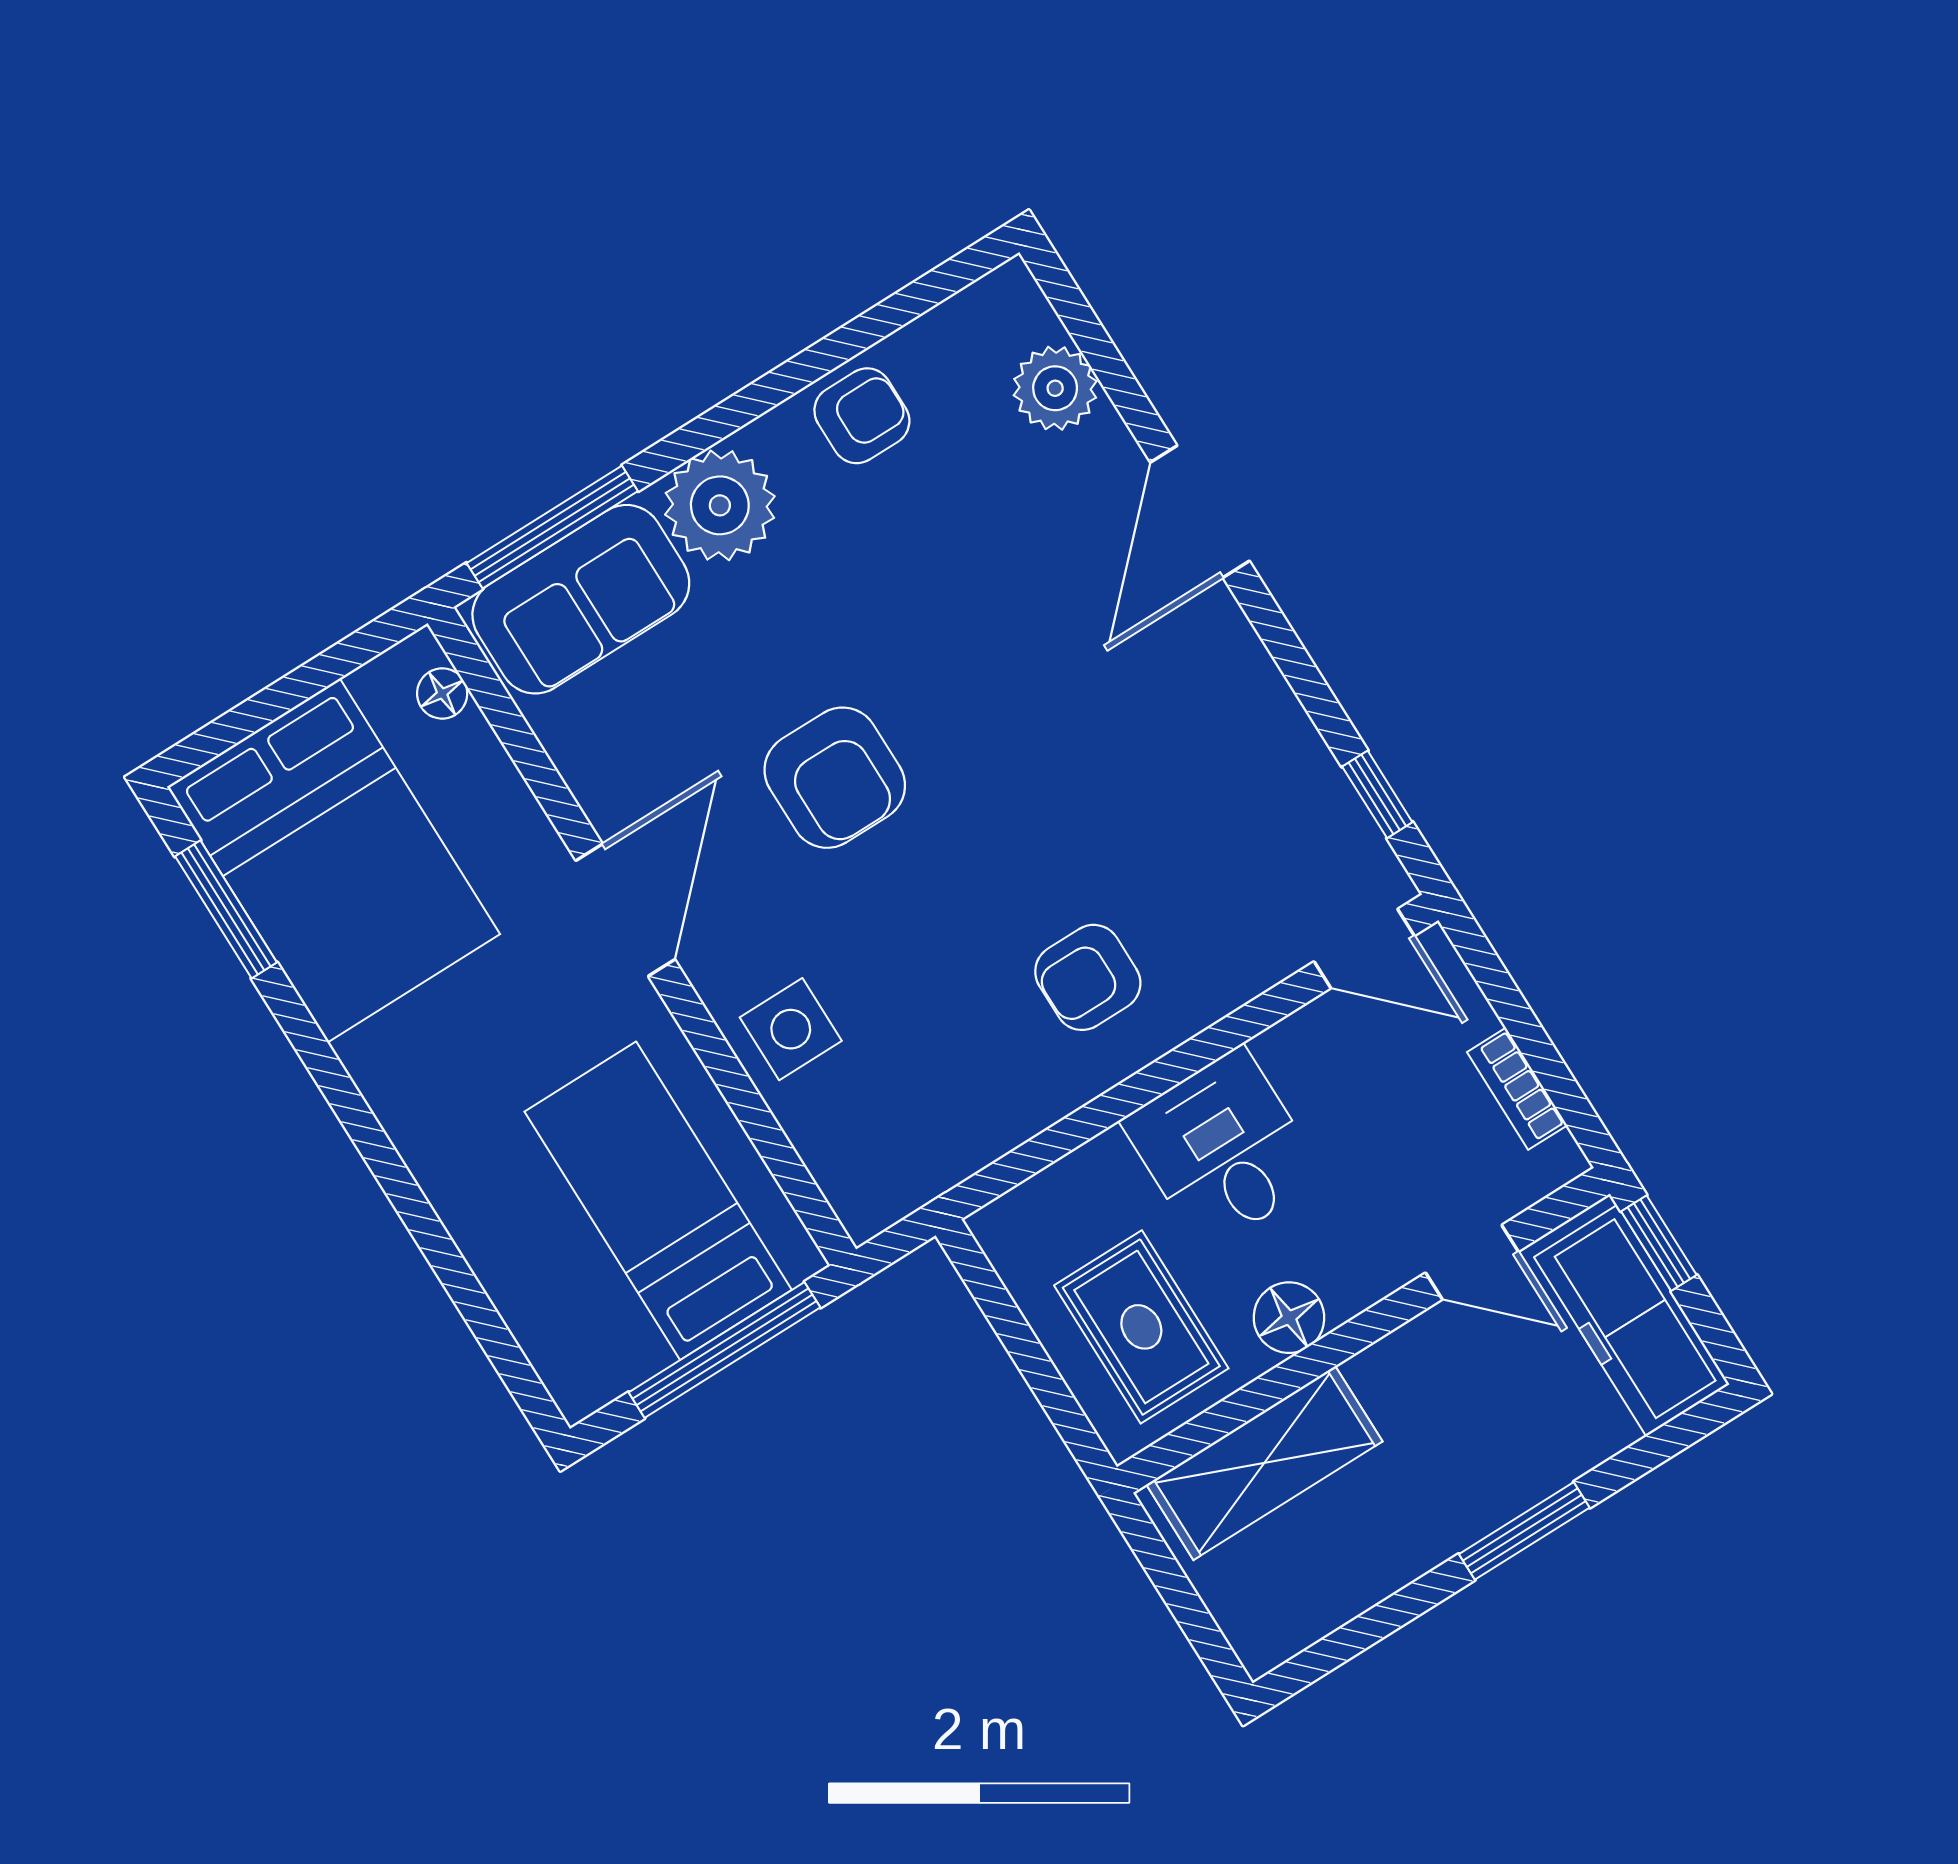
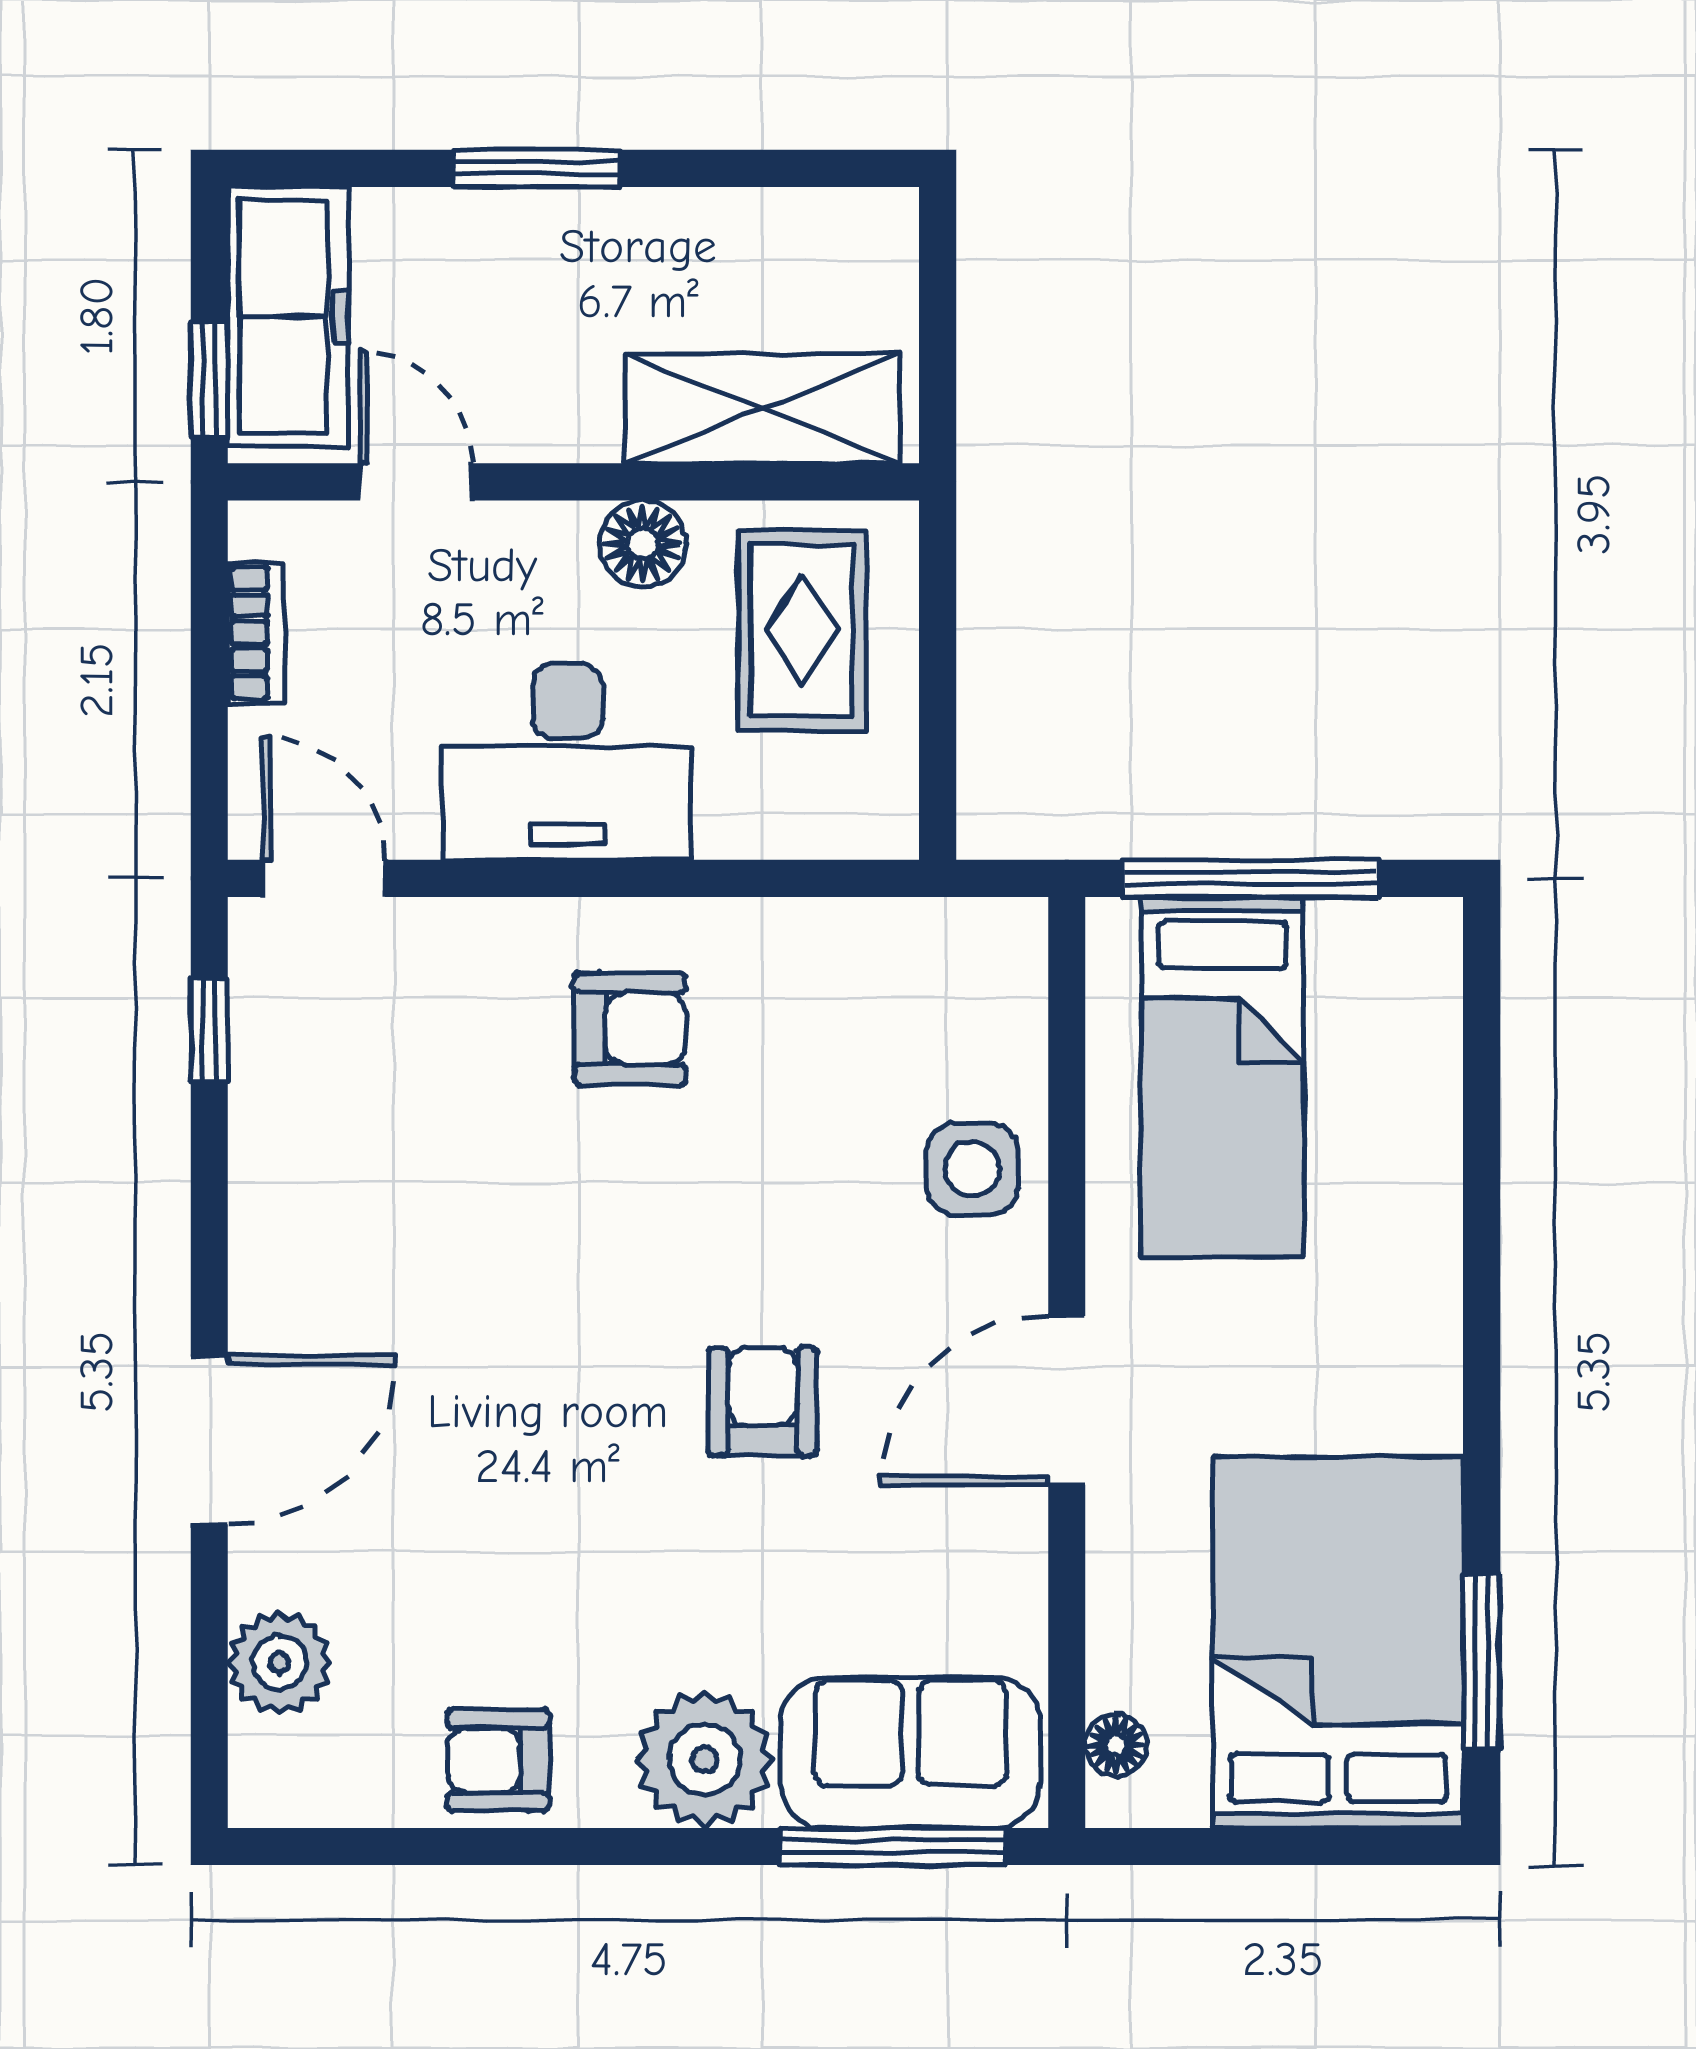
armchair: (835, 778) -> (763, 1402), width x0.72, depth x0.72
desk: (1223, 1149) -> (567, 762), width x1.37

